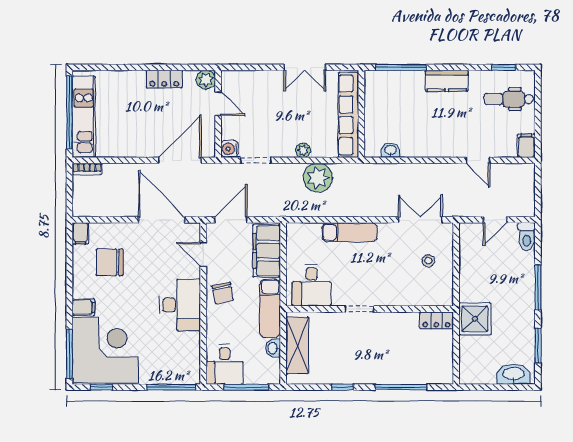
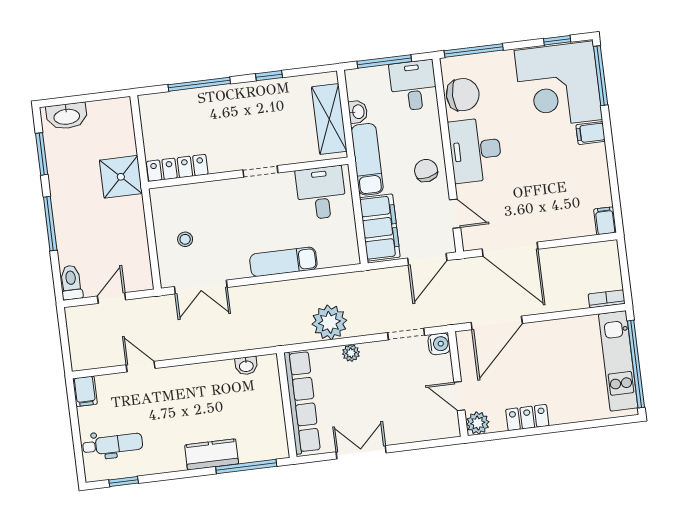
kitchen counter: (447, 81) -> (212, 454), moved
chair: (110, 262) -> (463, 95), moved
locker: (436, 320) -> (177, 168), width x1.53

